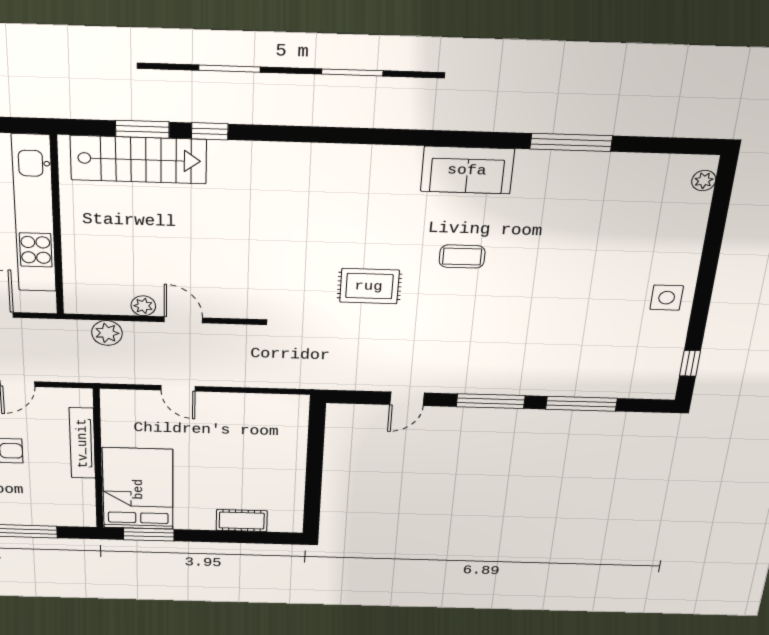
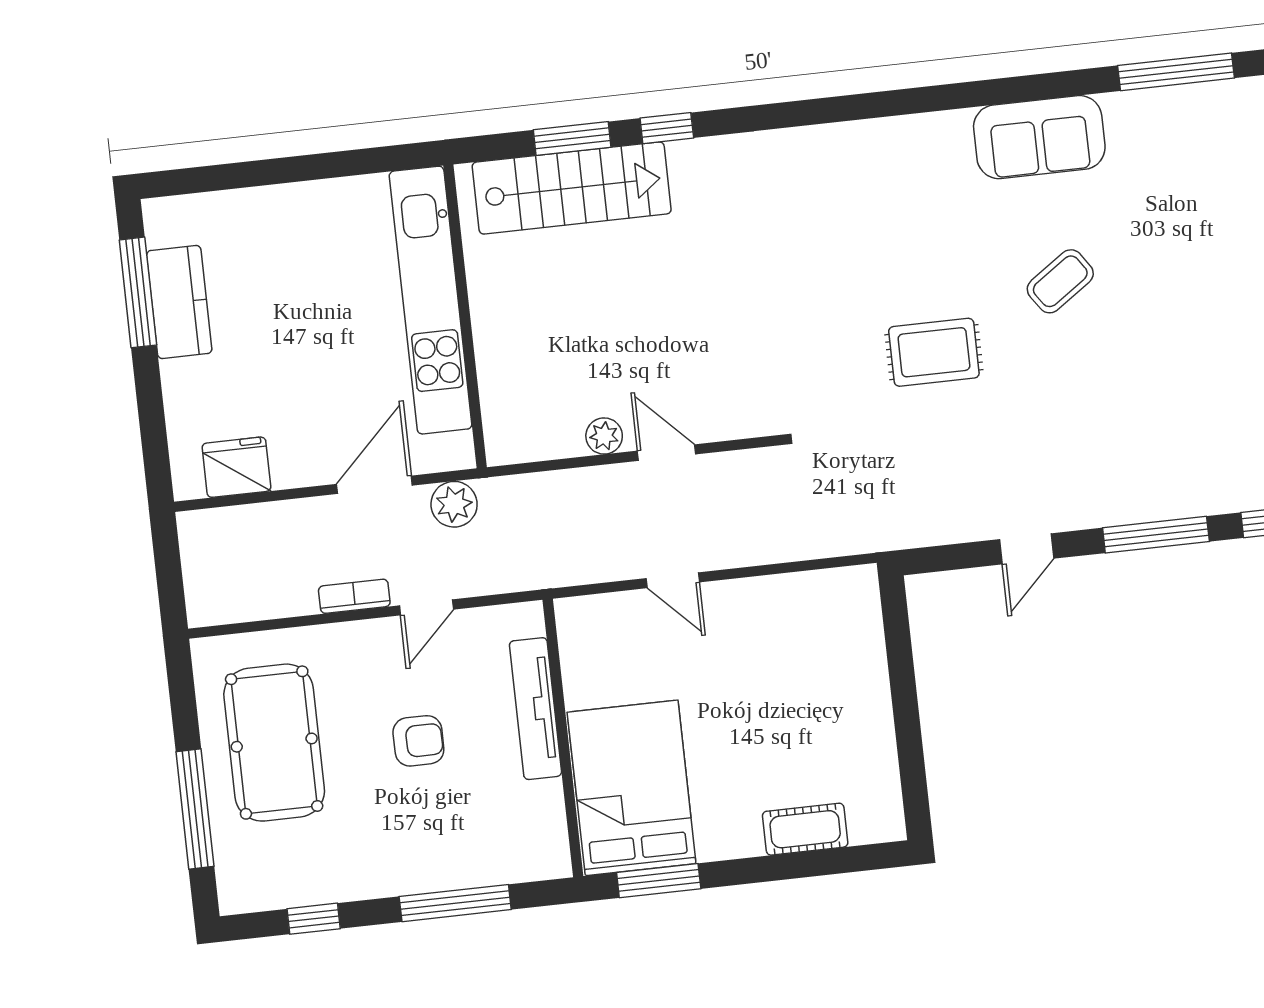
coffee table: (462, 257) -> (1060, 281), turned -35
plant: (107, 333) -> (454, 504), moved

